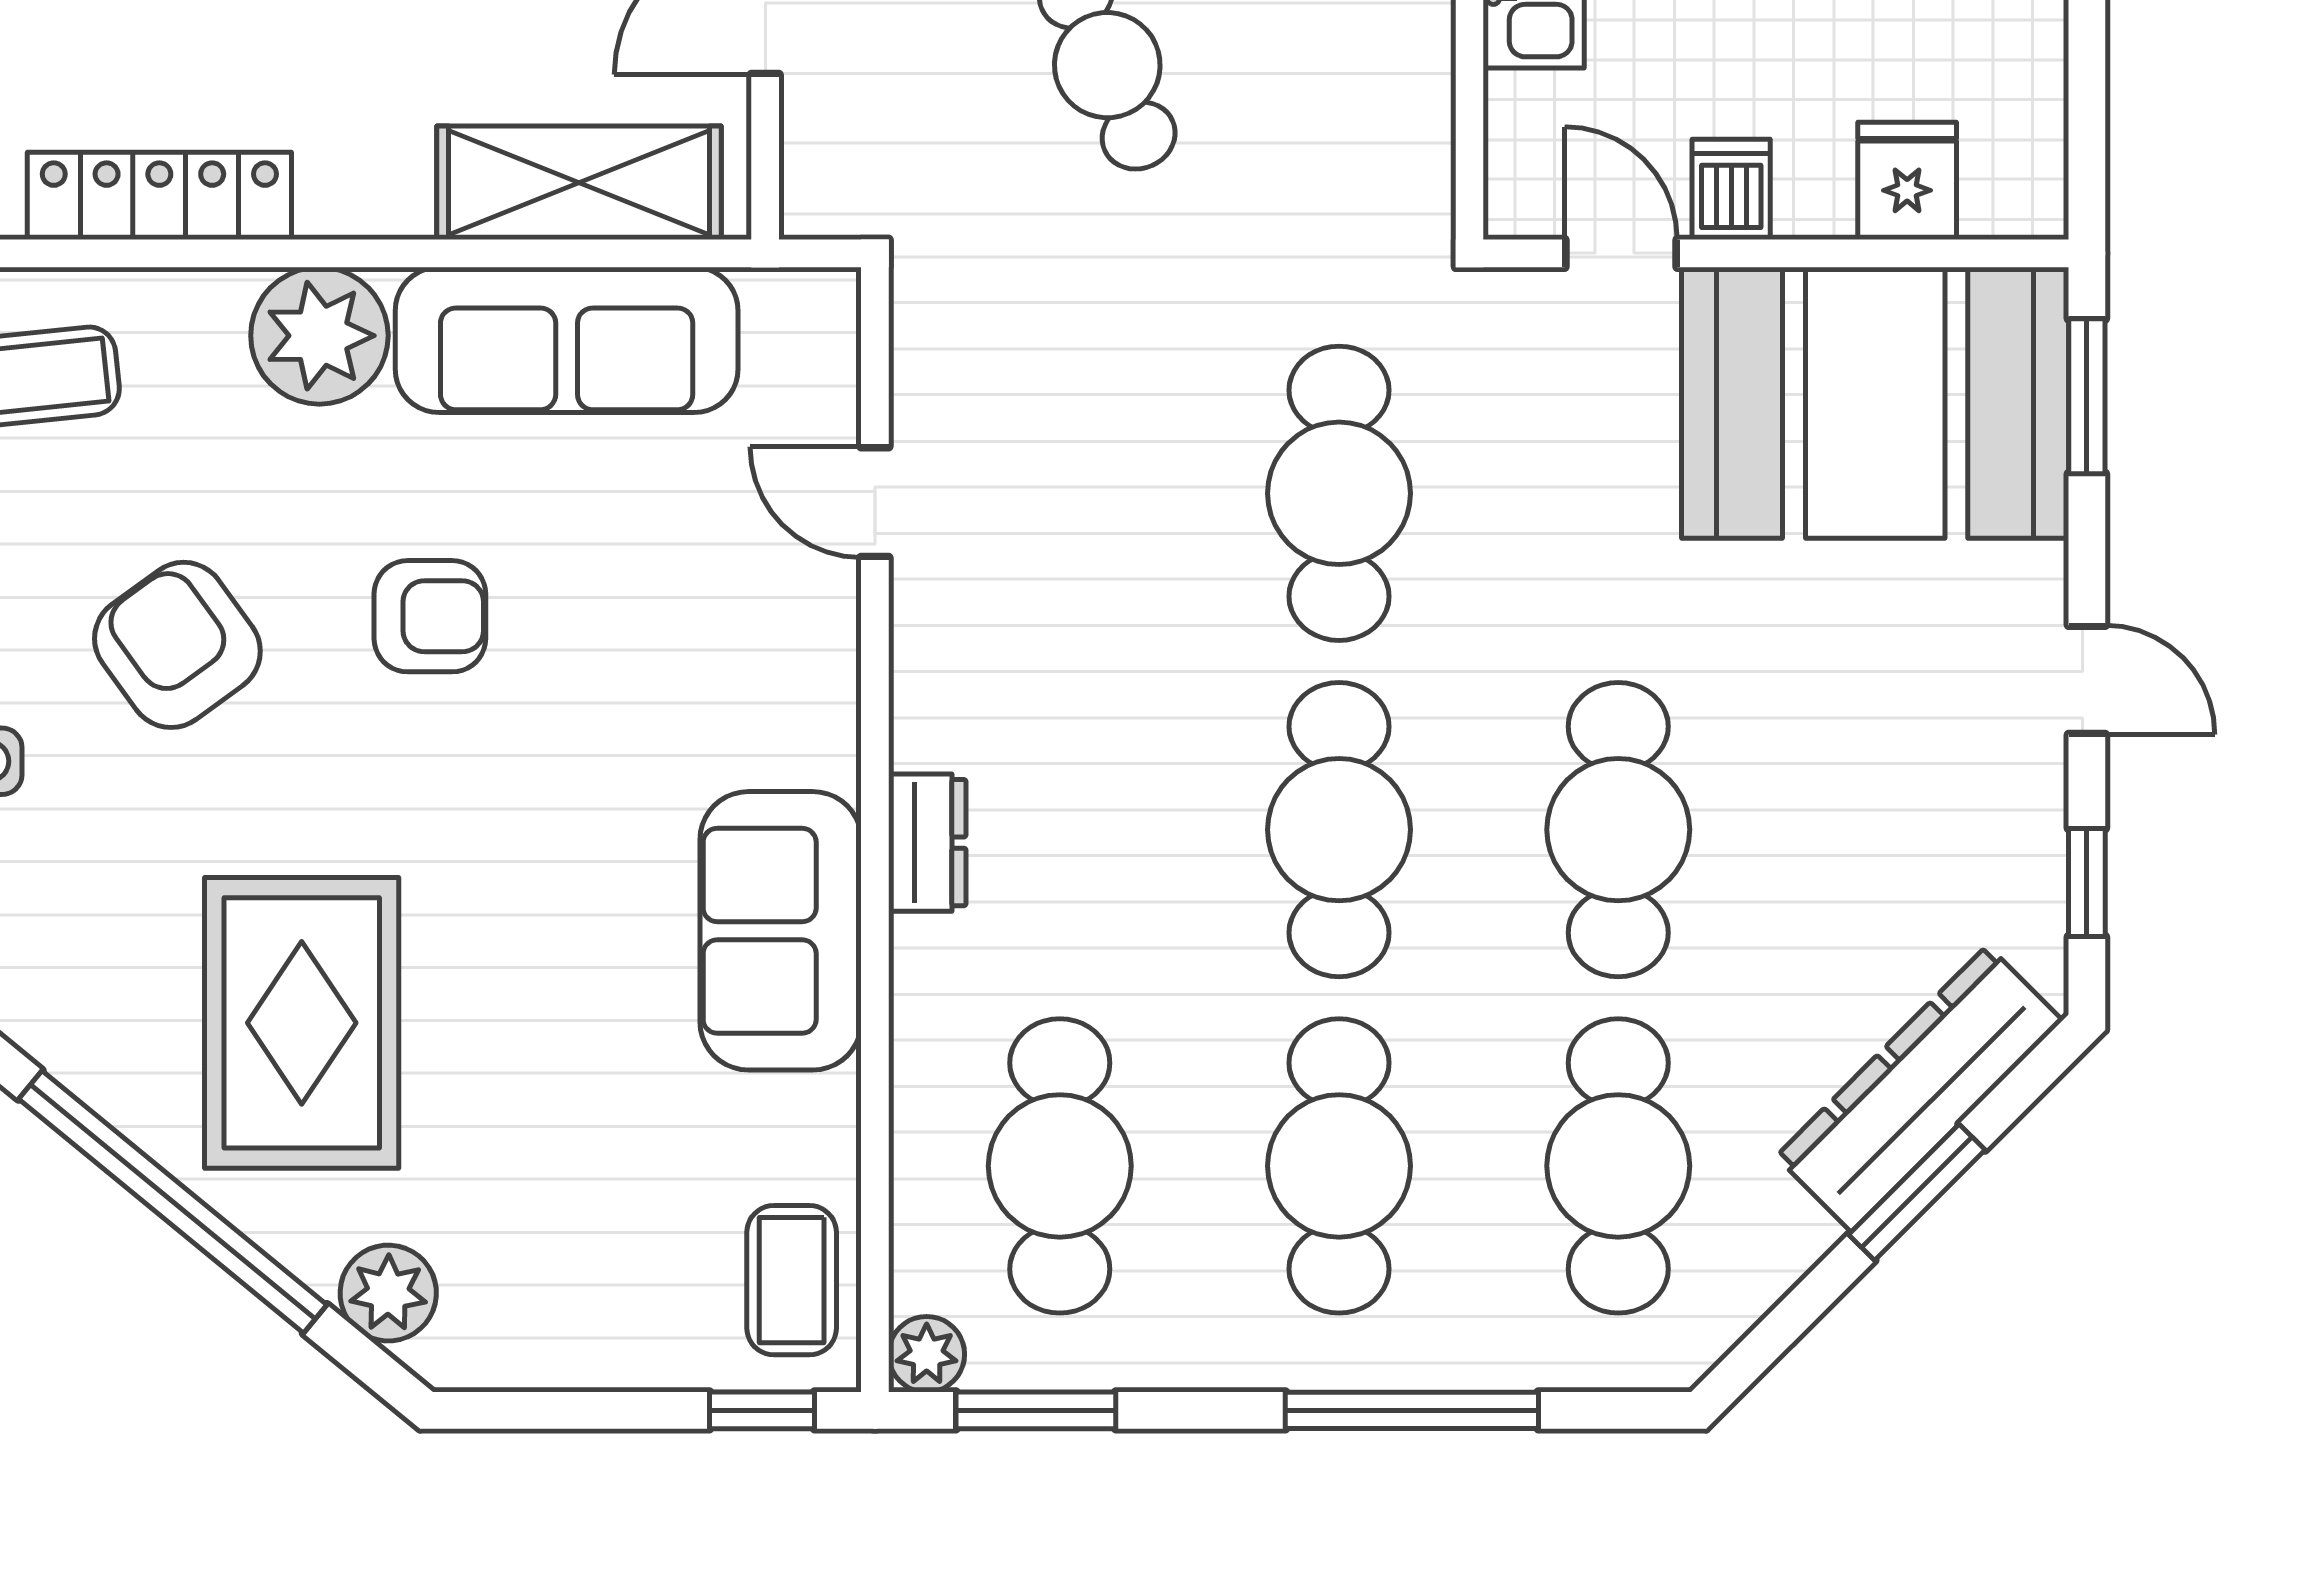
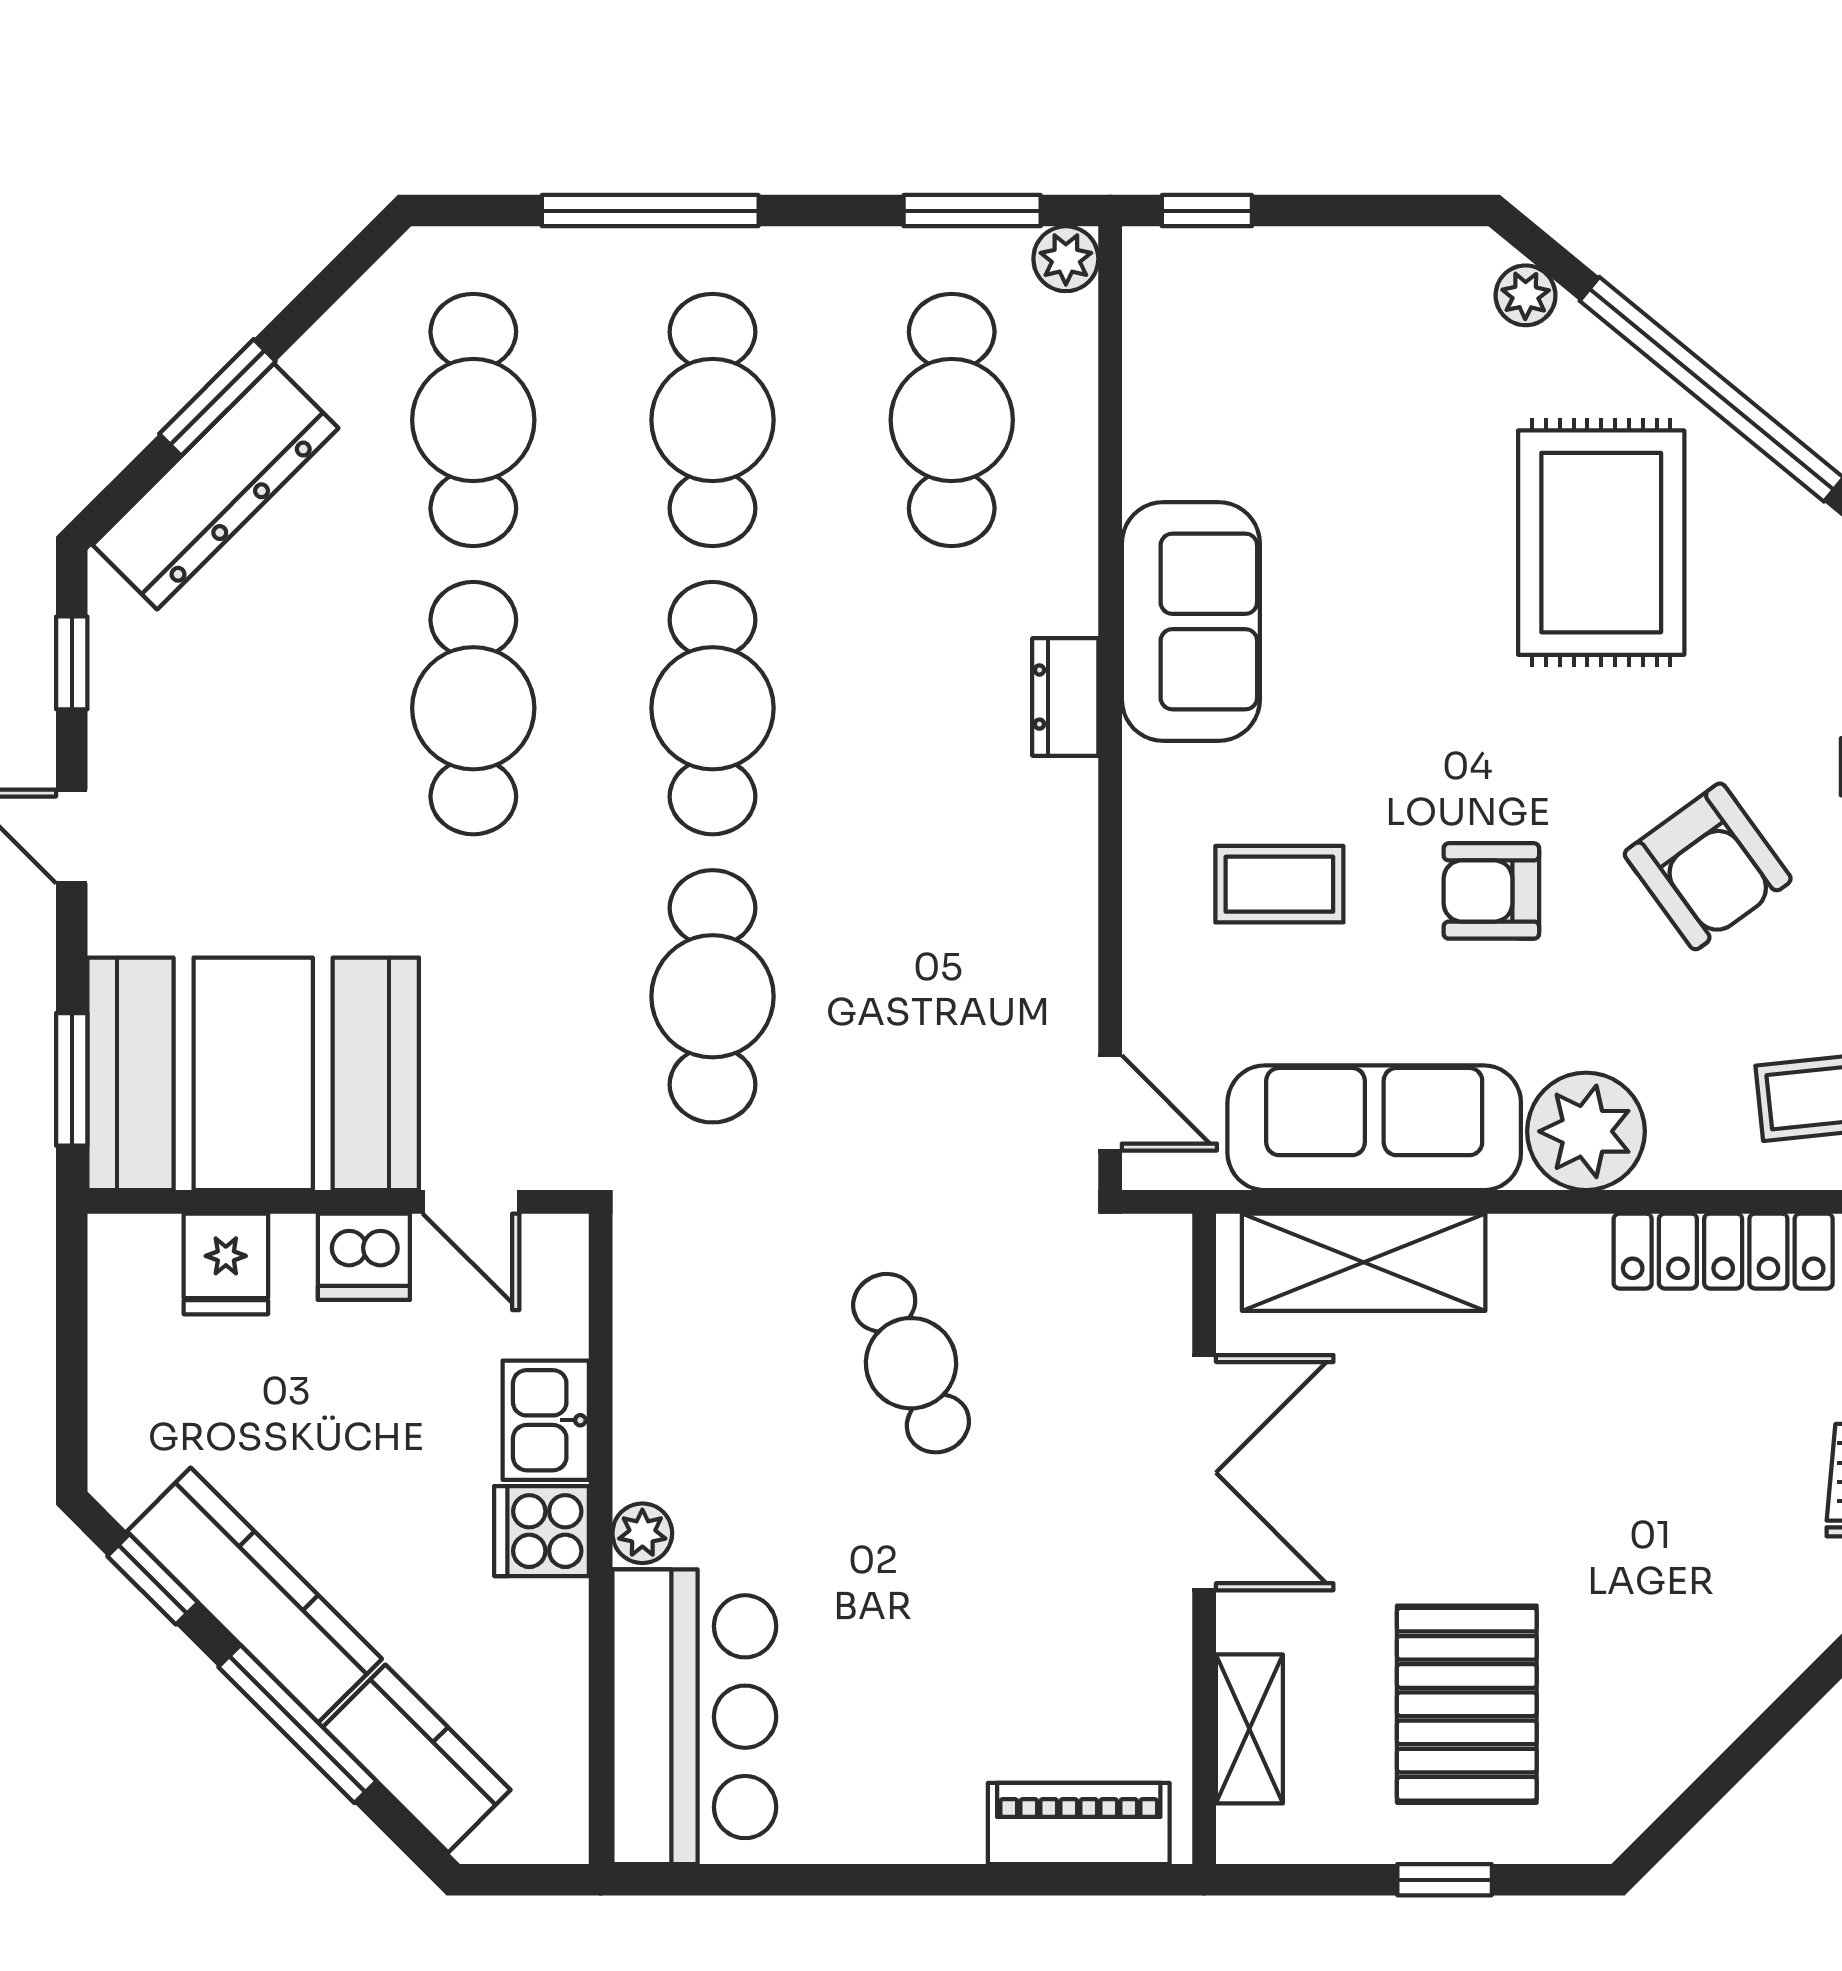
dishwasher: (1731, 189) -> (364, 1257), width x1.38
door: (875, 502) -> (1110, 1103), moved
coffee table: (792, 1280) -> (1279, 884), moved, turned 90
plant: (388, 1293) -> (1526, 295), width x0.73, depth x0.73

